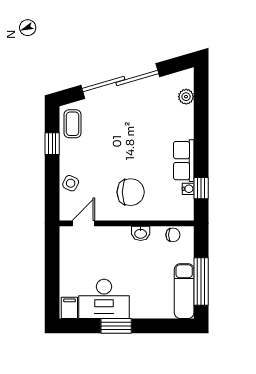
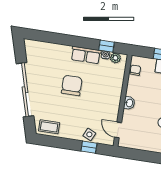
plant: (186, 97) -> (115, 58), moved
window: (52, 144) -> (89, 147), moved
chair: (131, 192) -> (72, 85), moved
washbasin: (141, 233) -> (129, 103), moved

